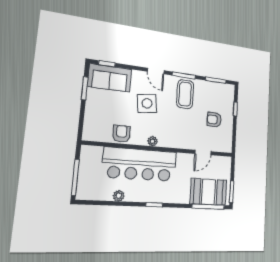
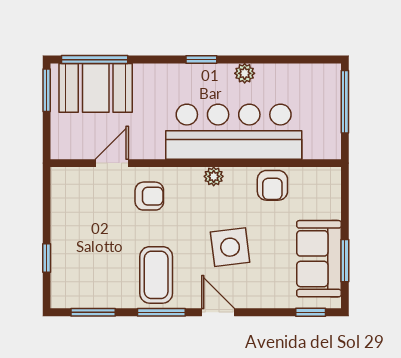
sofa: (110, 78) -> (319, 259), moved, turned -90
armchair: (214, 120) -> (149, 196), moved
plant: (119, 196) -> (245, 73), moved

